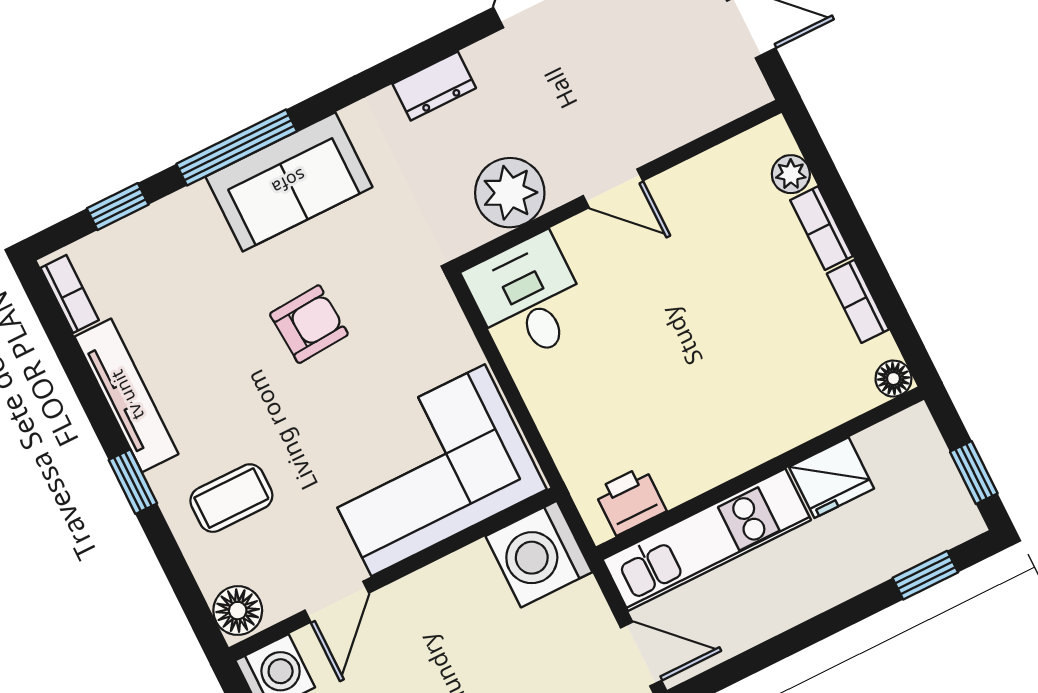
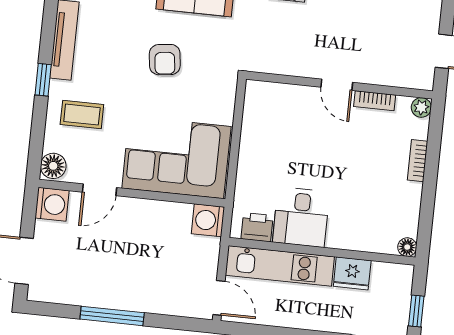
plant: (791, 174) -> (421, 107), moved
plant: (510, 193) -> (290, 58), removed
desk: (528, 298) -> (301, 217), moved, turned 180
bookcase: (858, 301) -> (375, 101), moved, turned -90
armchair: (309, 324) -> (165, 60), turned 87
washing machine: (539, 554) -> (208, 220), width x0.73, depth x0.73

